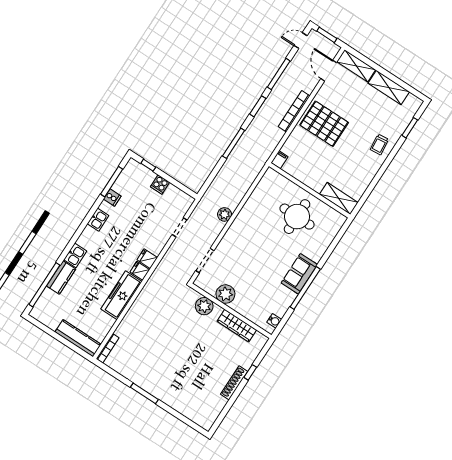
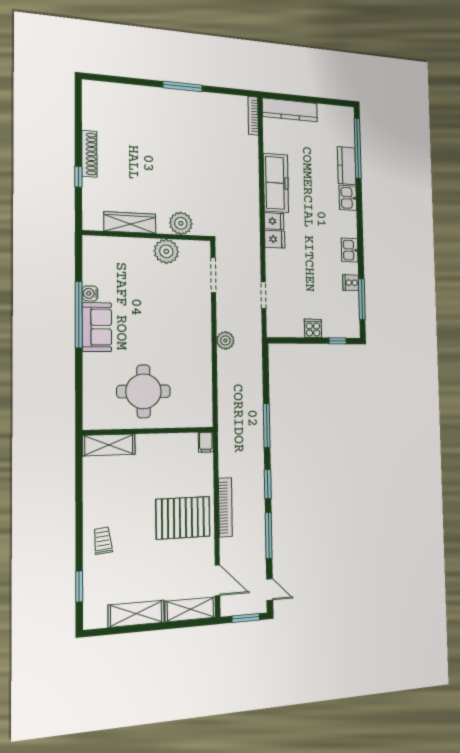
door: (301, 41) -> (270, 590), hinge flipped
water cooler: (274, 321) -> (90, 293), moved

